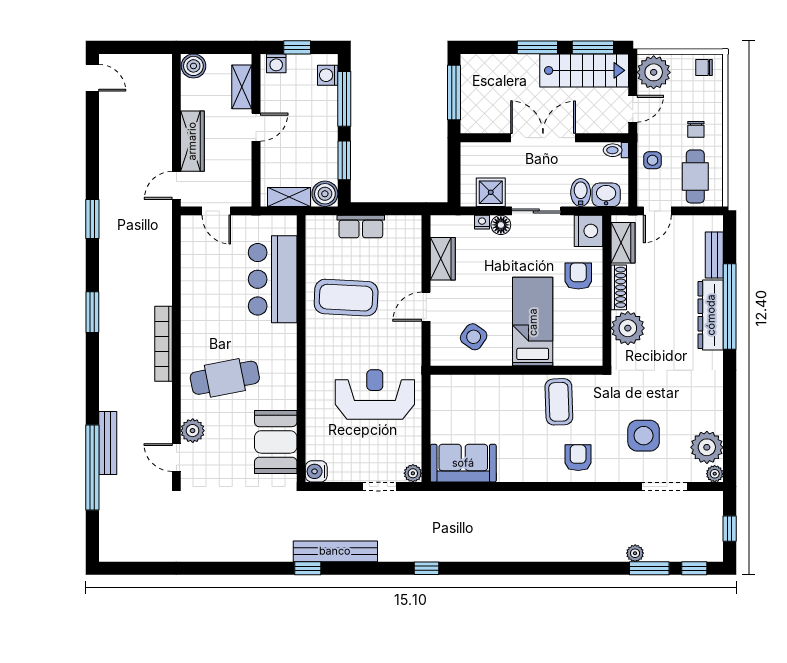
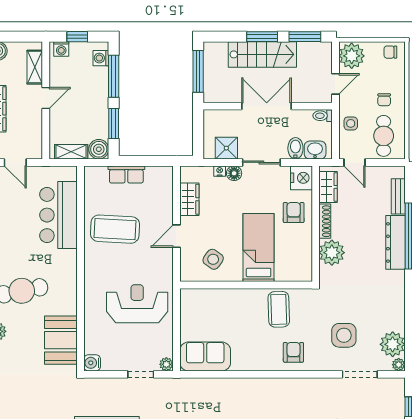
stairs: (584, 70) -> (262, 54), moved
door: (657, 211) -> (354, 162), hinge flipped

